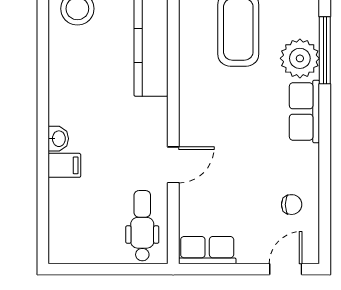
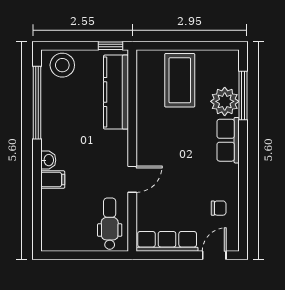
window: (43, 60) -> (37, 103), added
row of seats: (207, 250) -> (167, 241), width x1.48

